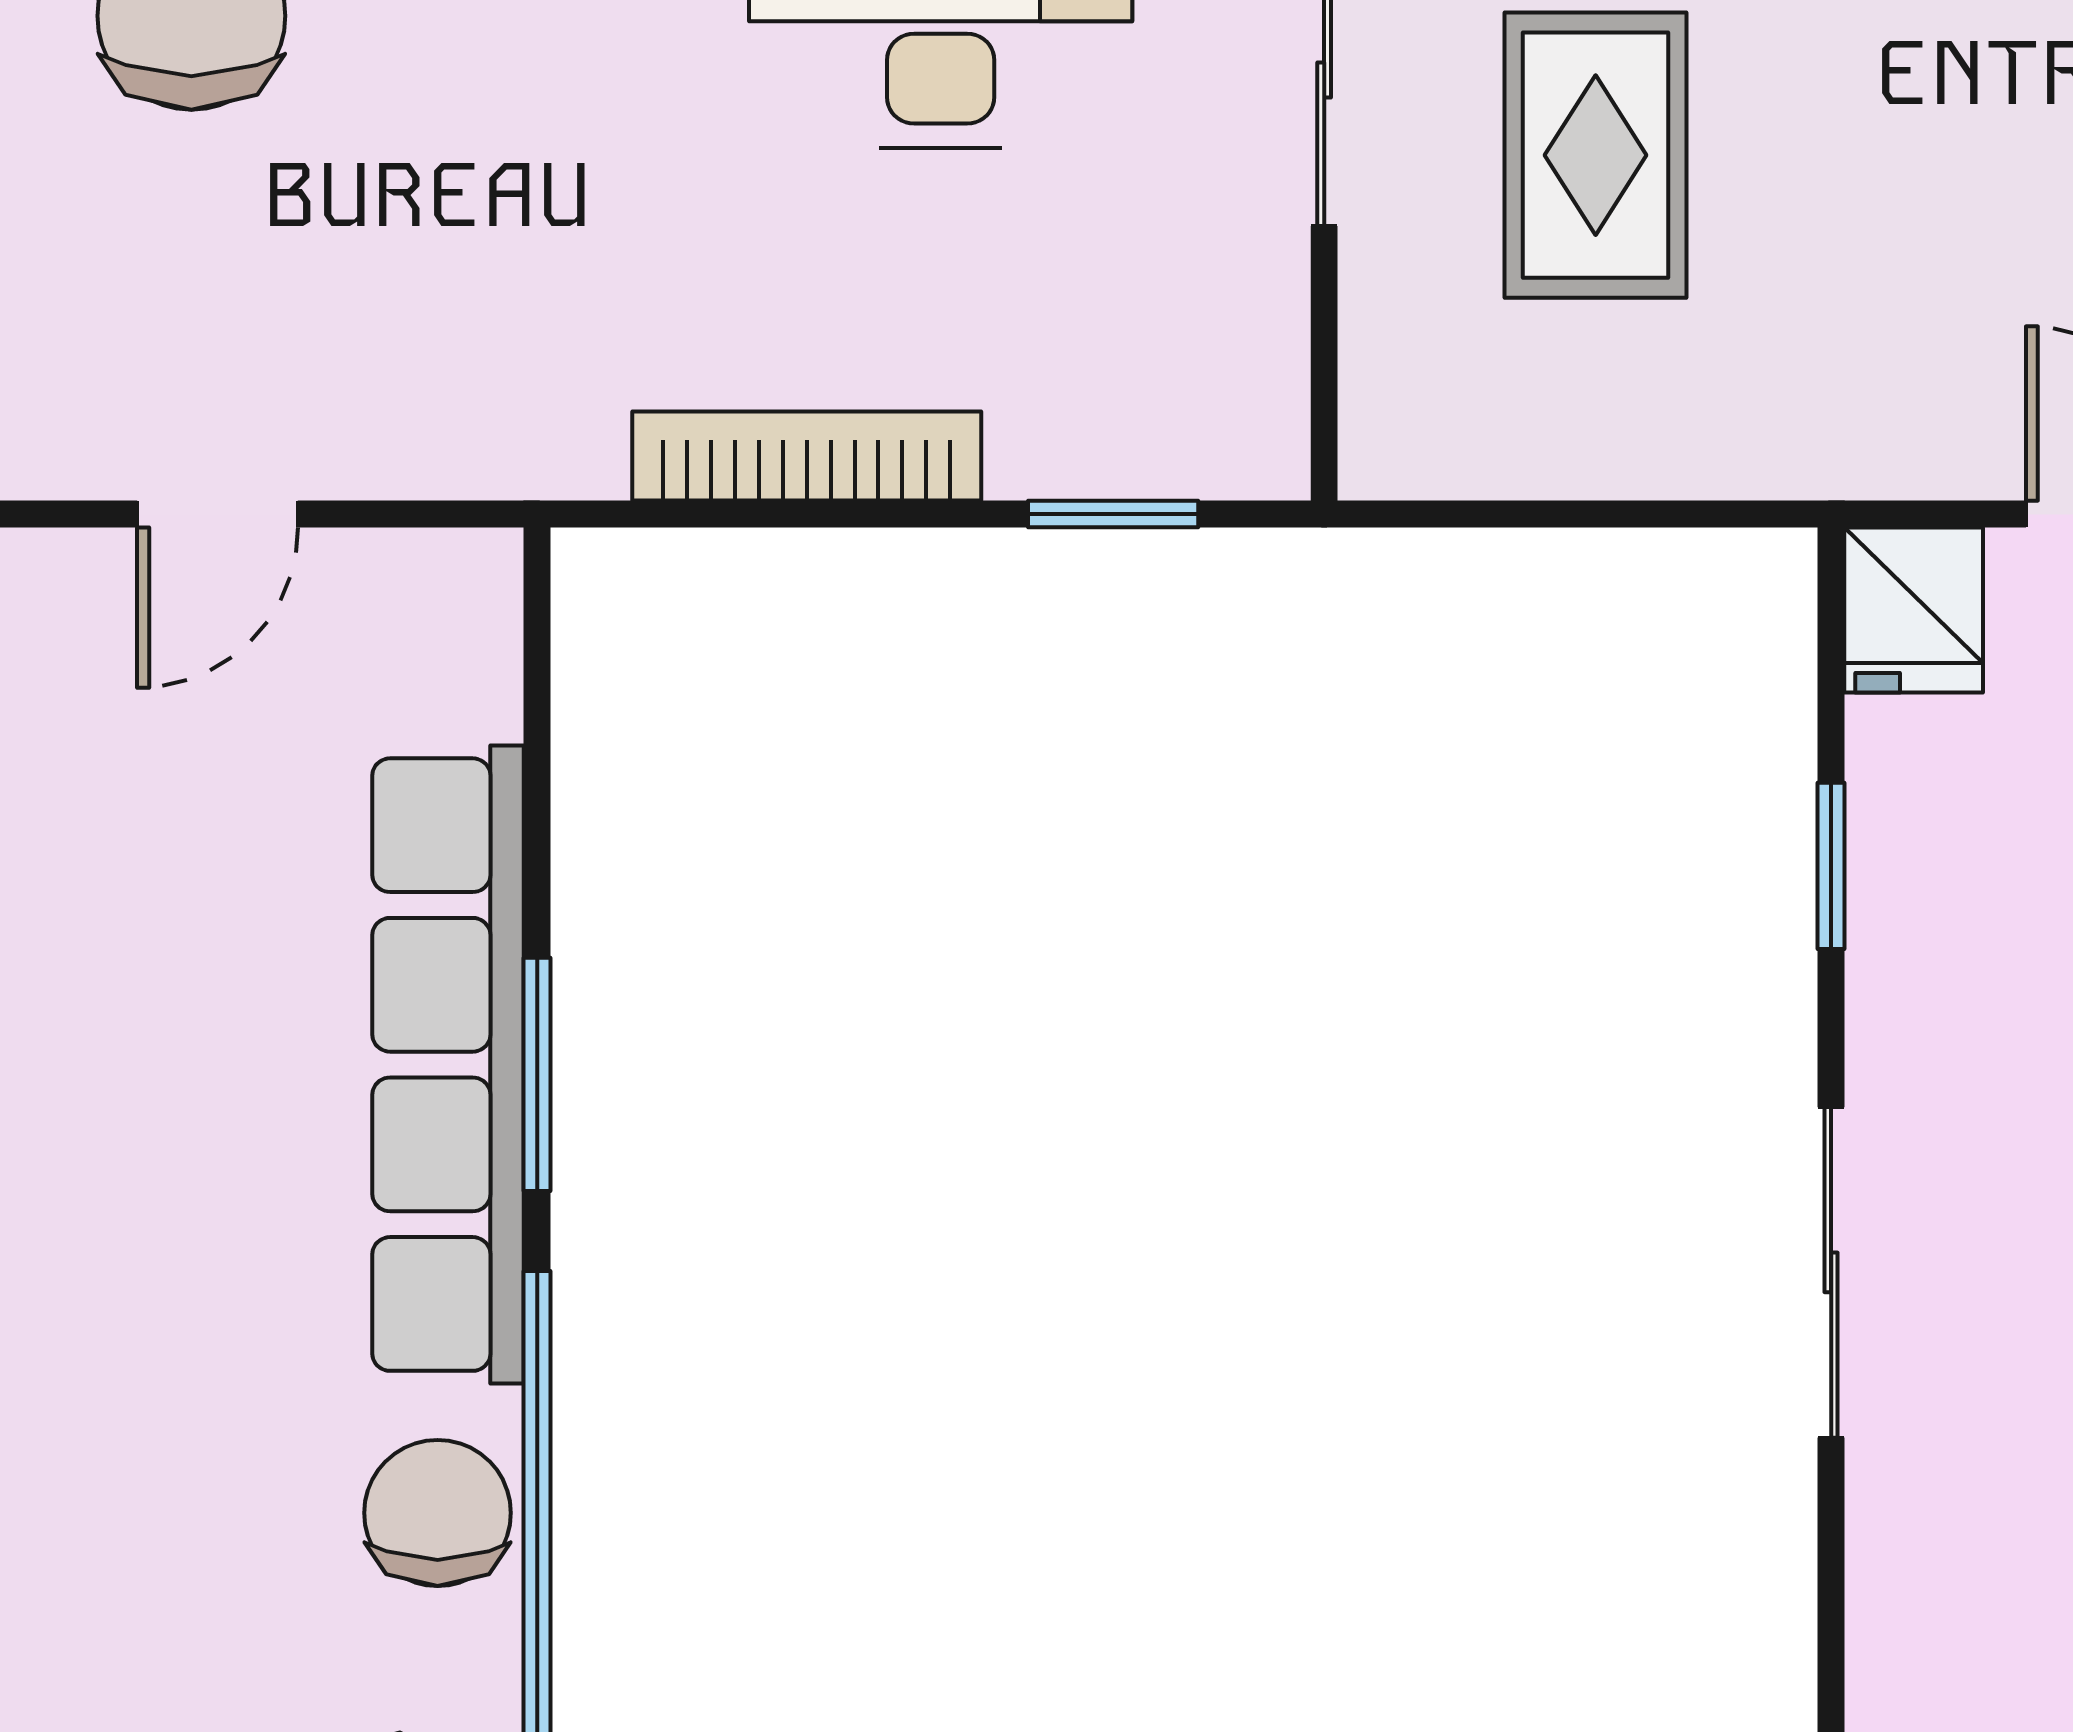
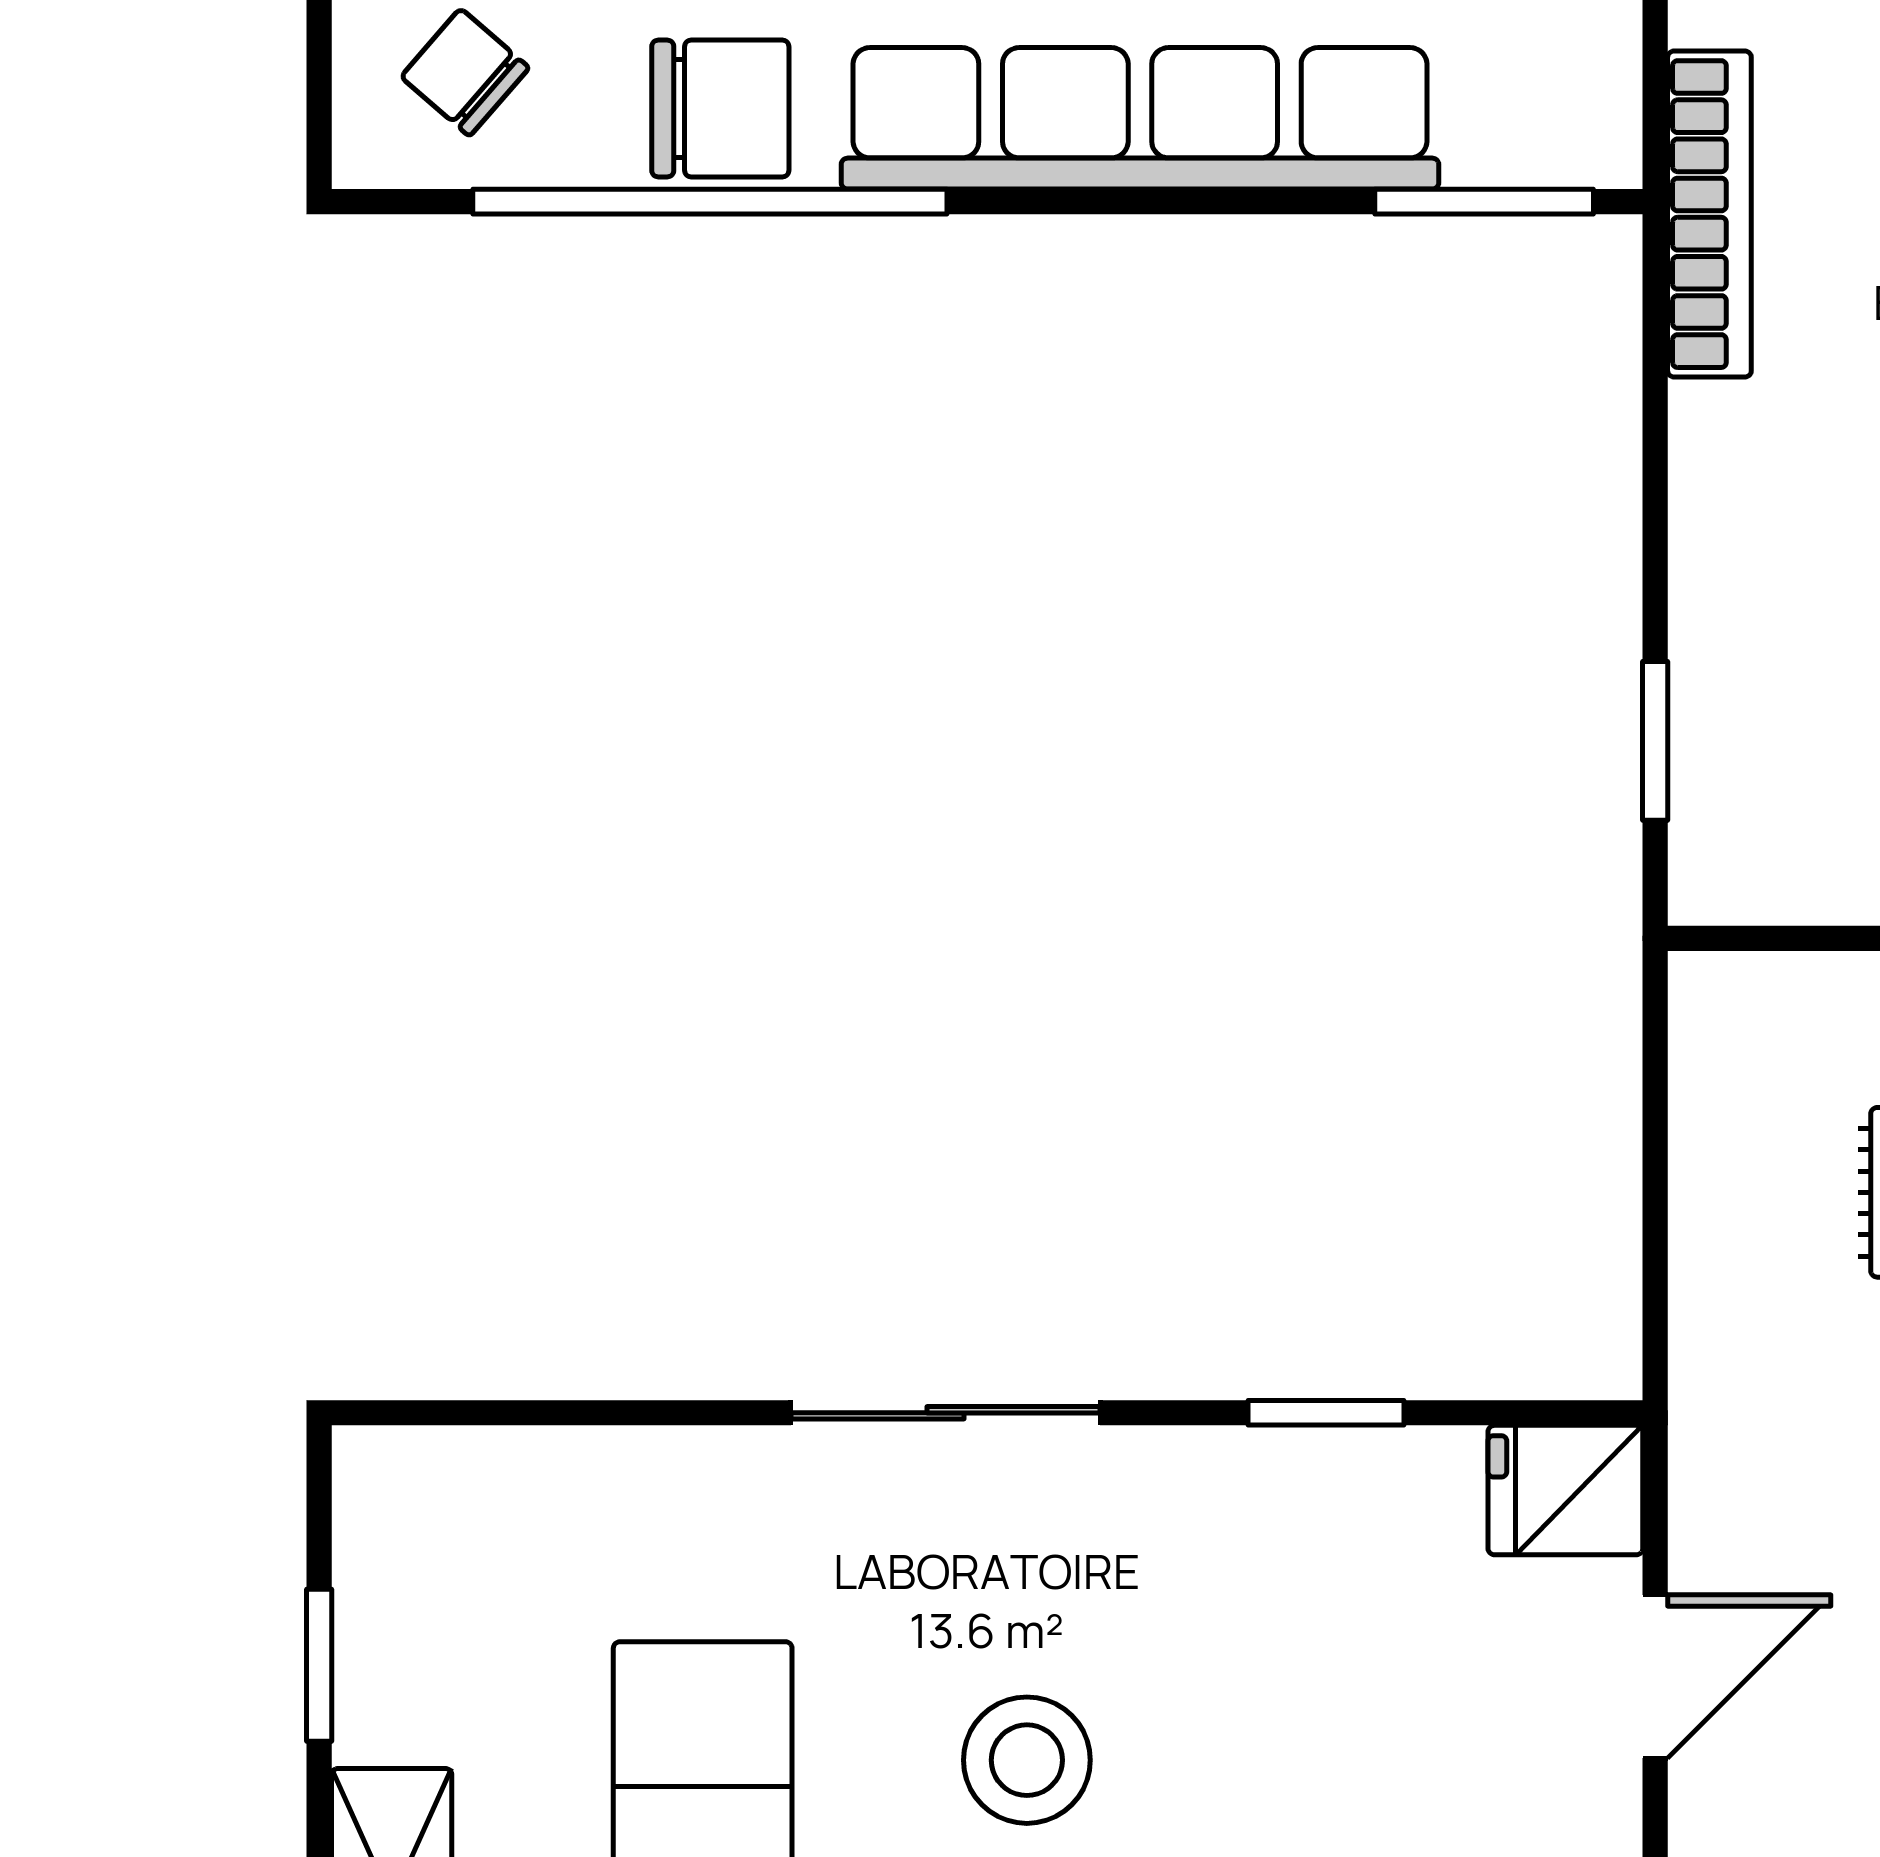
bookcase: (807, 456) -> (1709, 214), moved
window: (537, 1074) -> (1484, 202), moved

